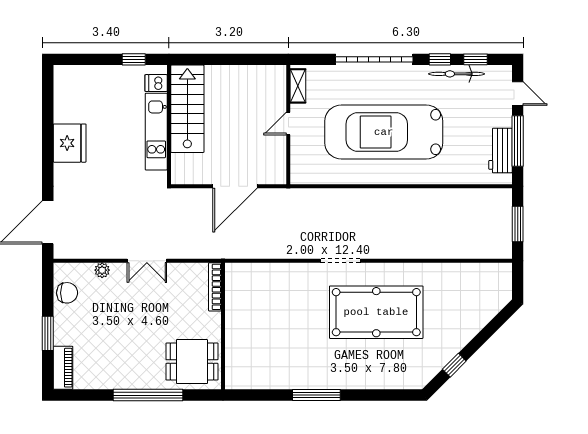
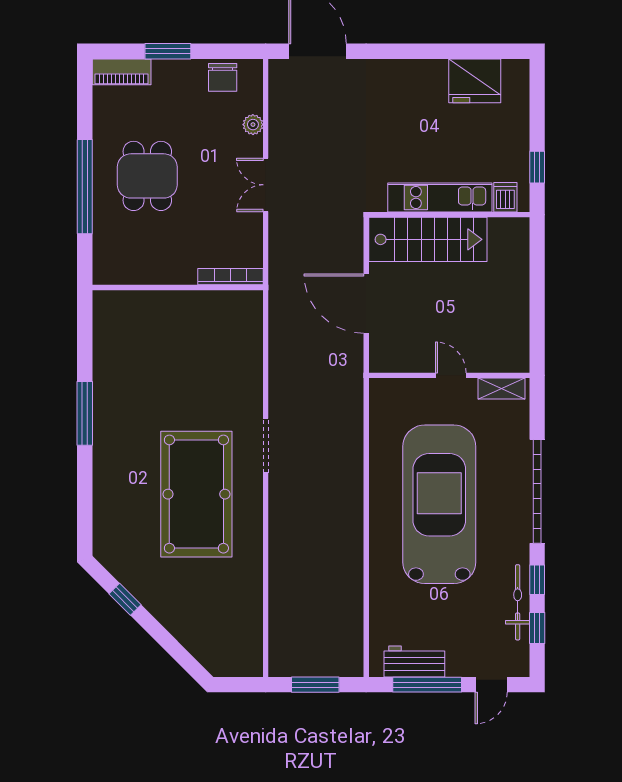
stairs: (187, 109) -> (428, 239), moved
fridge: (70, 143) -> (475, 81), moved
dining table: (192, 362) -> (147, 176), moved

